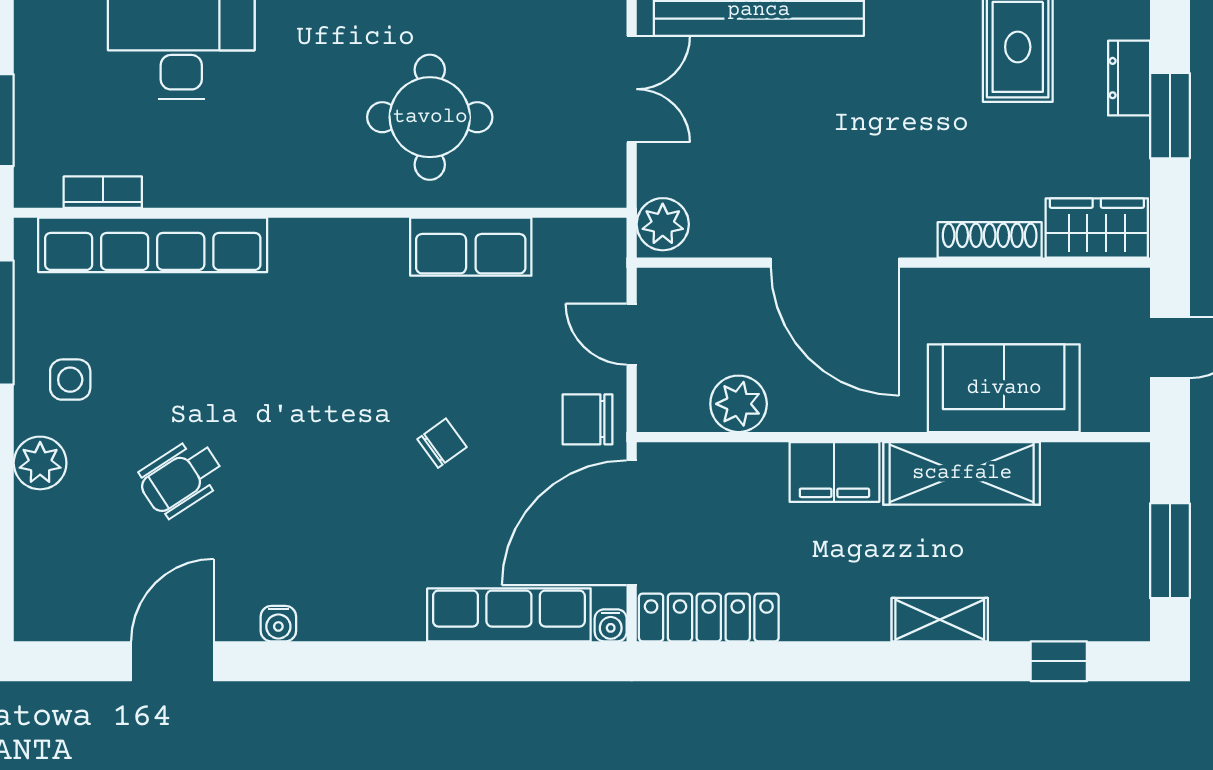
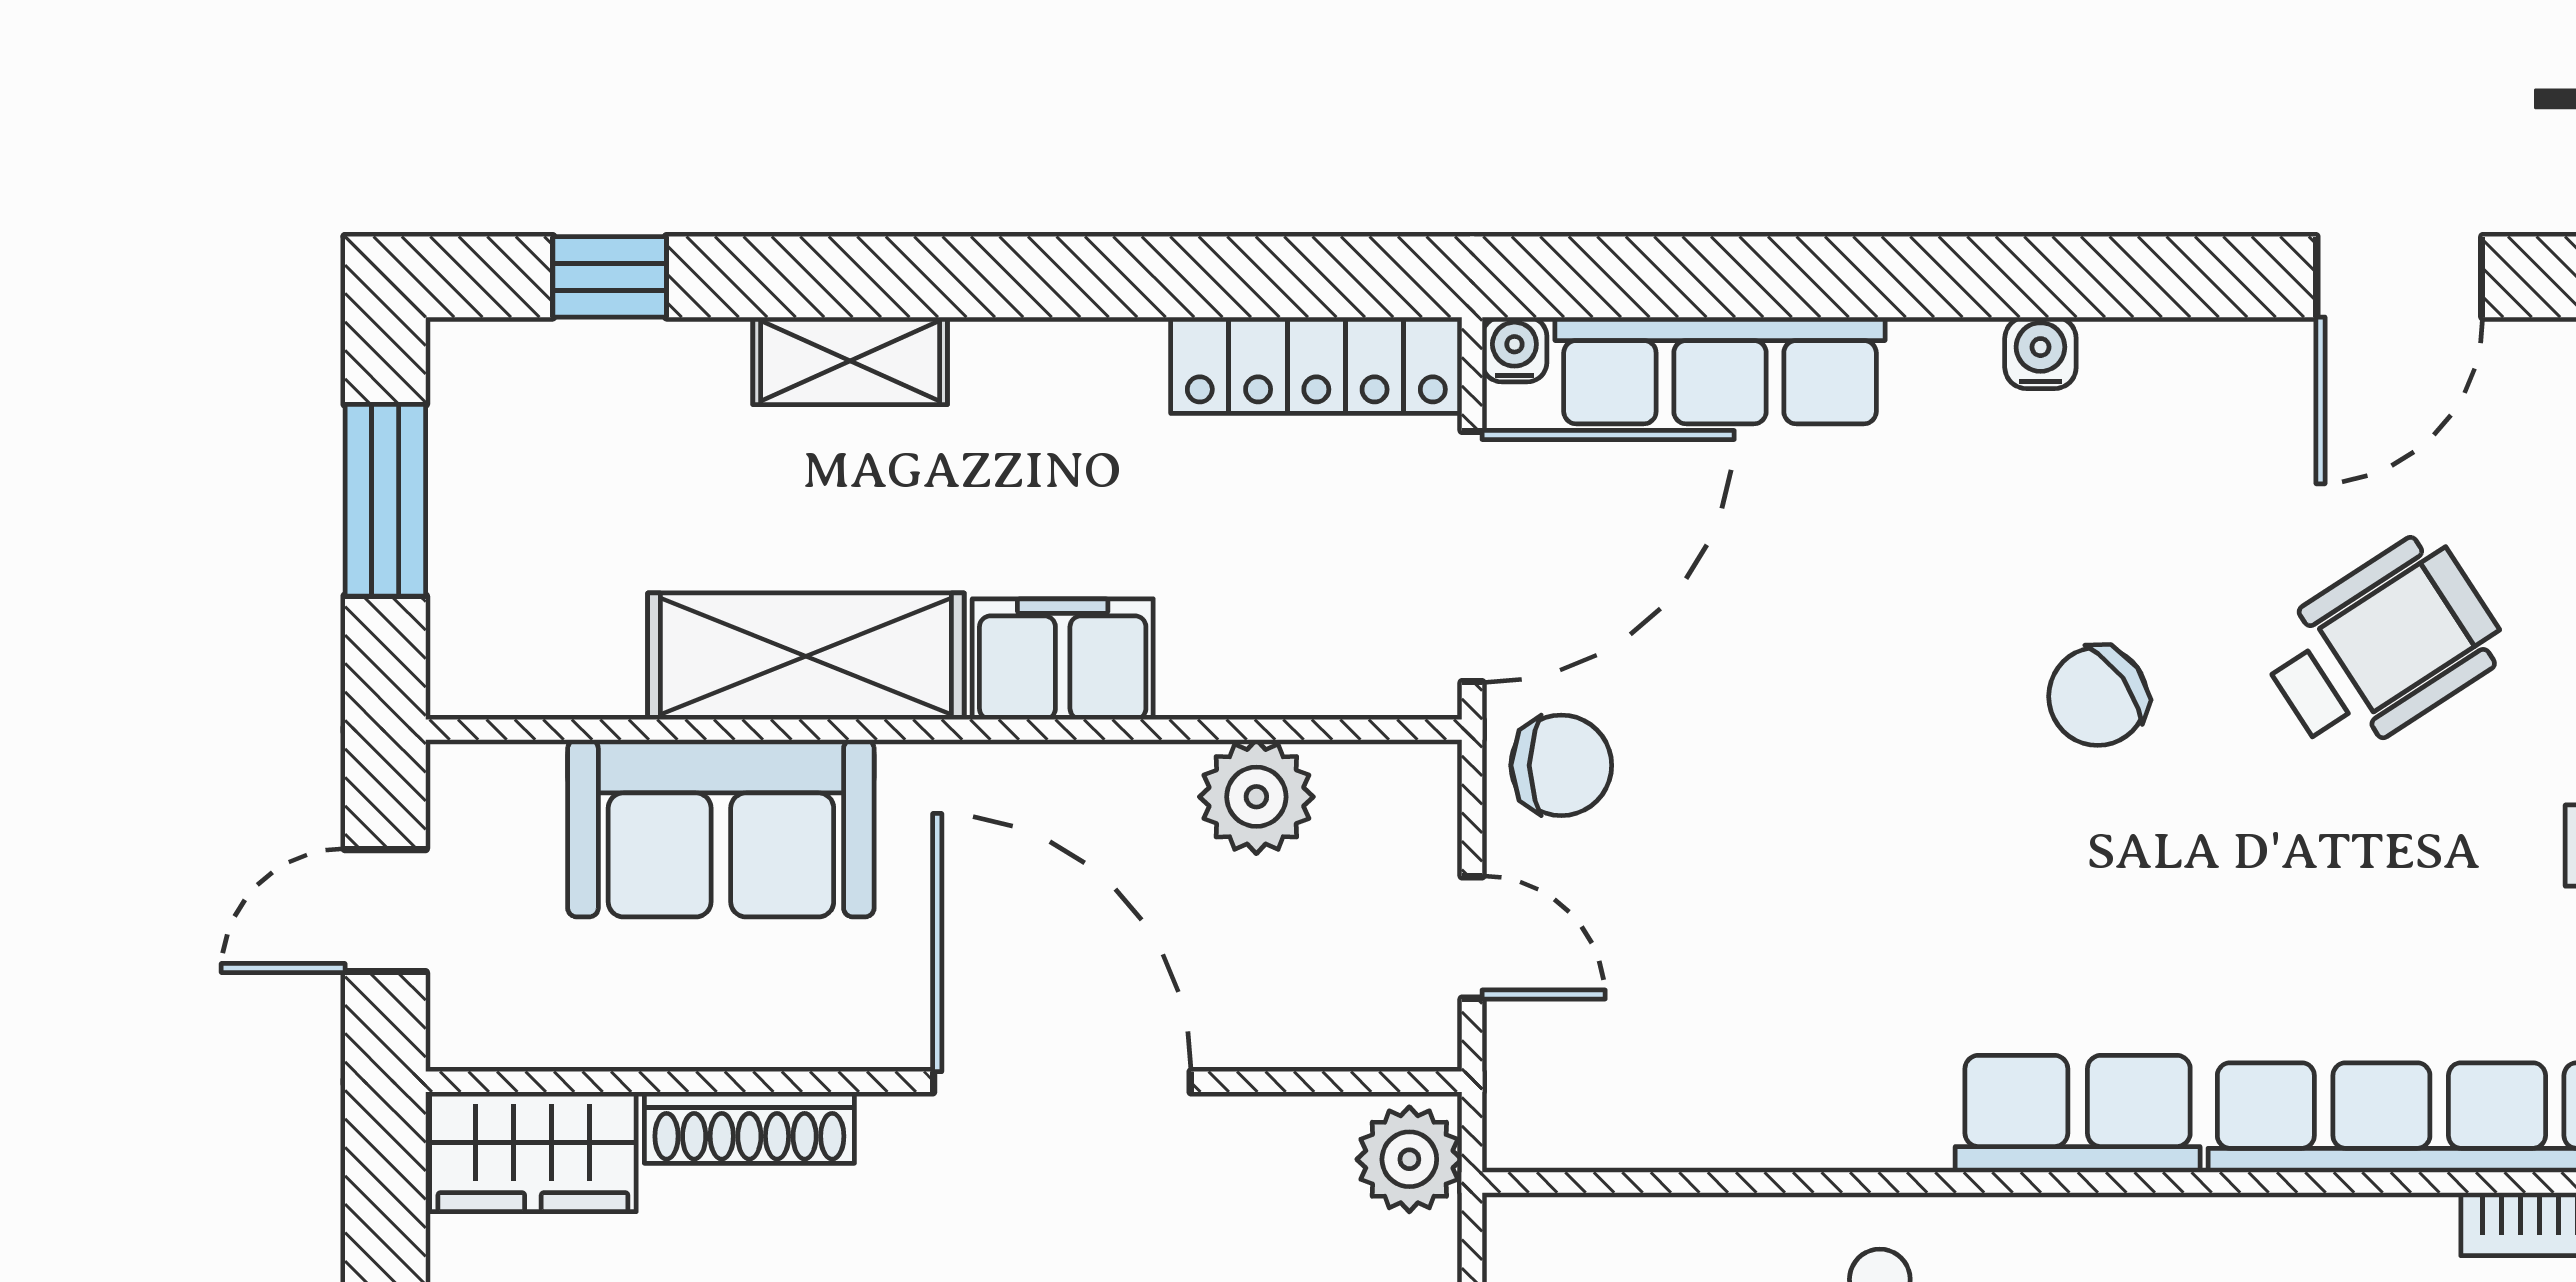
row of seats: (471, 247) -> (2078, 1114), moved
chair: (442, 443) -> (2098, 696), moved, width x1.37, depth x1.37
wheelchair: (181, 478) -> (2382, 647), width x1.36, depth x1.37
water cooler: (278, 624) -> (2040, 353), moved

